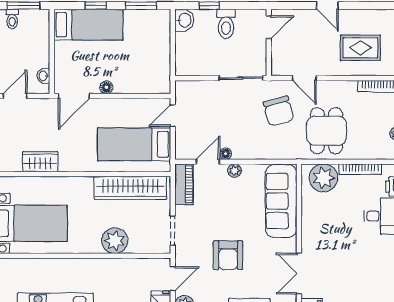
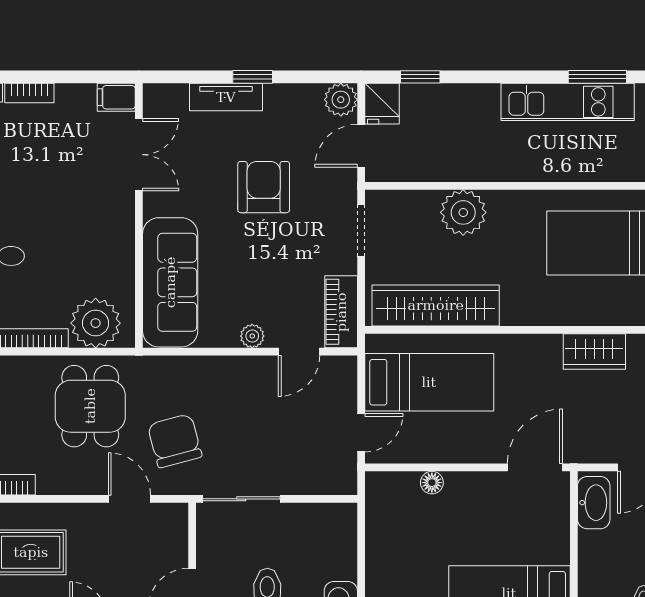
washbasin: (43, 76) -> (594, 503), width x1.91, depth x1.45
floor lamp: (106, 87) -> (432, 483), moved
floor lamp: (226, 154) -> (268, 366), removed

